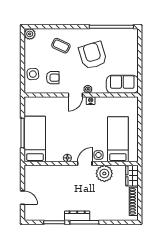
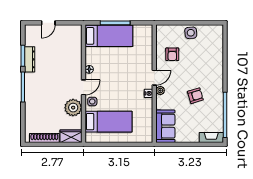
plant: (30, 34) -> (218, 30), removed
fireplace: (133, 40) -> (211, 137), added
coffee table: (61, 46) -> (205, 63), removed
armchair: (93, 55) -> (195, 96), width x0.53, depth x0.53
side table: (33, 74) -> (191, 33), moved
door: (75, 95) -> (154, 78), swing flipped
door: (85, 164) -> (83, 87), hinge flipped
dresser: (77, 216) -> (30, 59), moved

